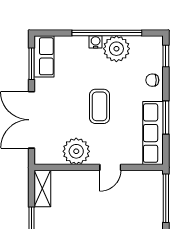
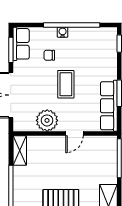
plant: (116, 49) -> (79, 38), removed
chair: (152, 80) -> (49, 55), moved

